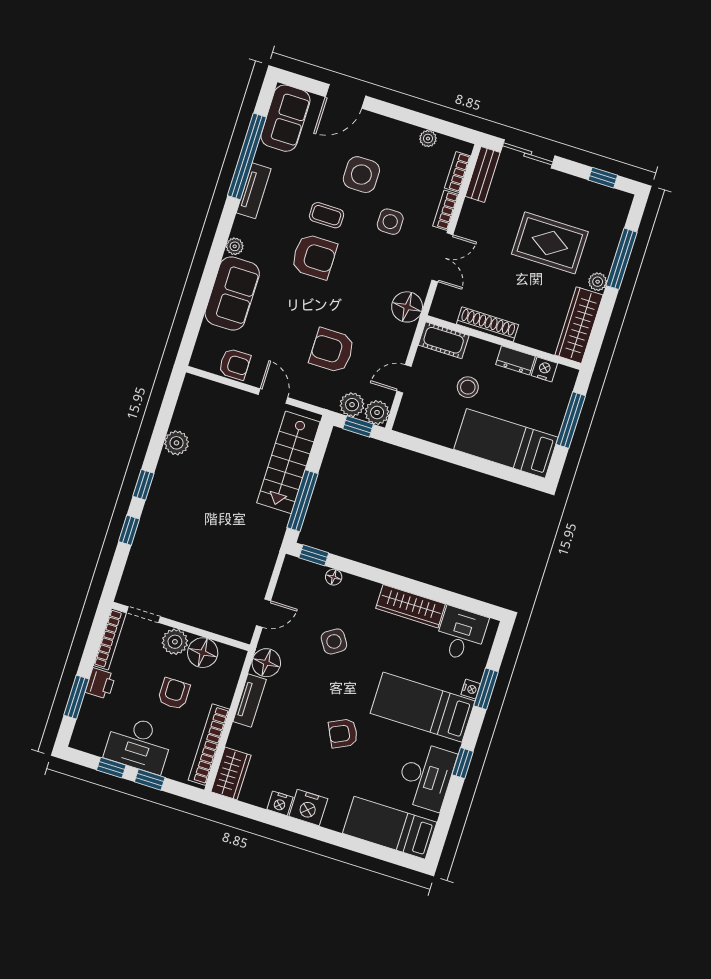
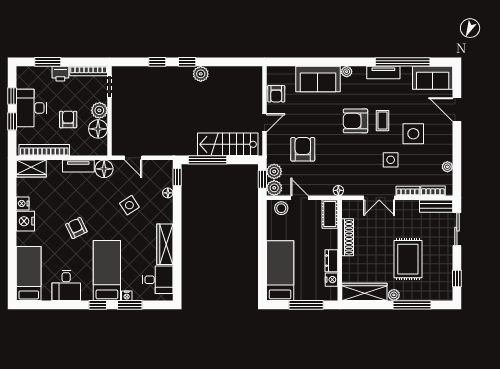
armchair: (314, 257) -> (355, 121), turned 90
floor lamp: (407, 307) -> (338, 190), width x0.53, depth x0.53
stool: (468, 387) -> (281, 208), moved
plant: (177, 443) -> (201, 74), moved
armchair: (174, 694) -> (68, 119), turned -90
window: (463, 763) -> (98, 305), moved
desk: (426, 776) -> (66, 285), width x0.73

